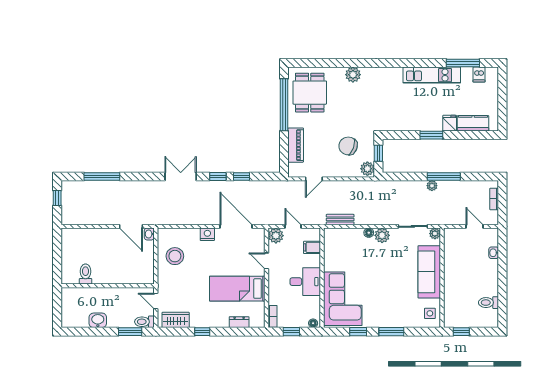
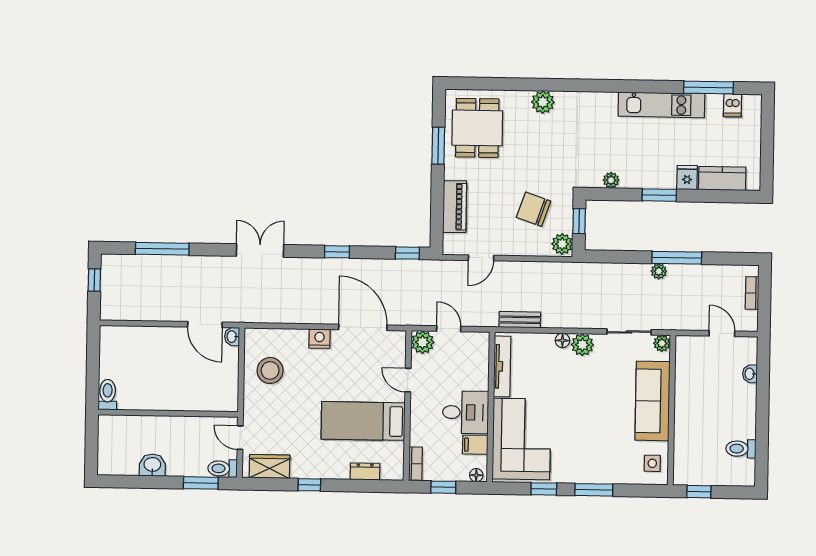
window: (284, 105) -> (438, 146), width x0.47
plant: (399, 126) -> (611, 180), added
double door: (181, 176) -> (260, 250), moved
window: (241, 176) -> (407, 253), moved
filing cabinet: (312, 247) -> (475, 445), moved
tv unit: (329, 251) -> (502, 366), added
toilet: (86, 274) -> (108, 395), moved

